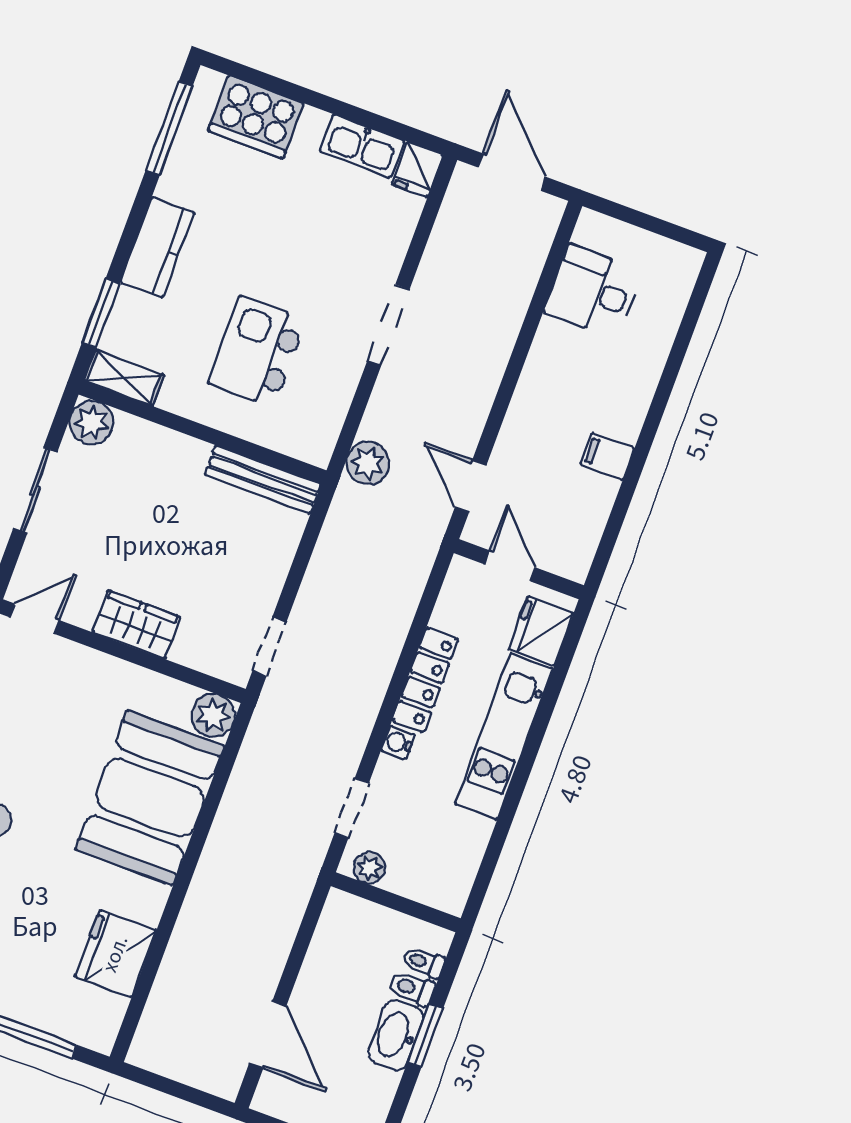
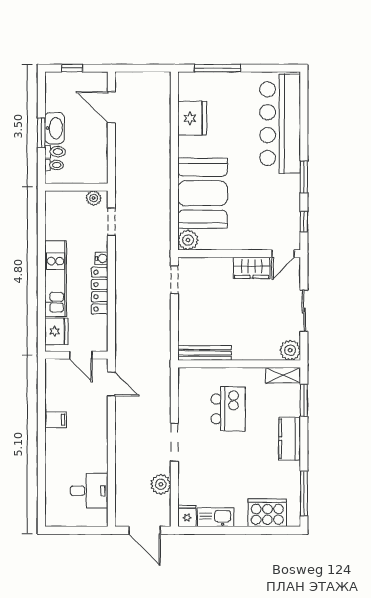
plant: (368, 463) -> (161, 484), moved
wardrobe: (136, 625) -> (252, 268), moved

